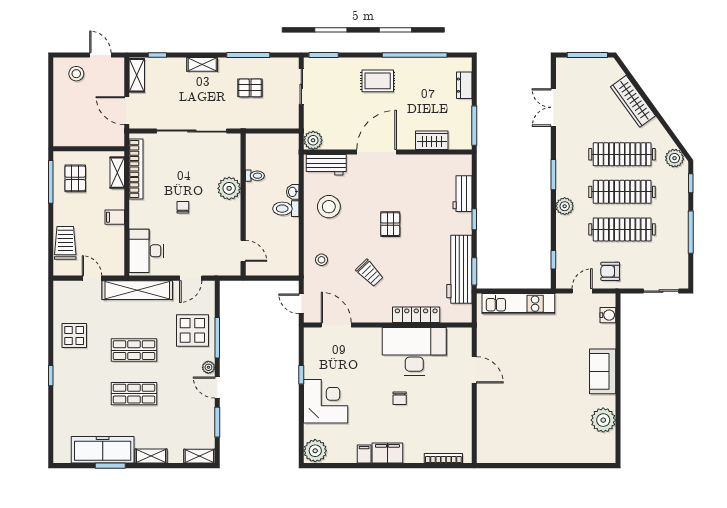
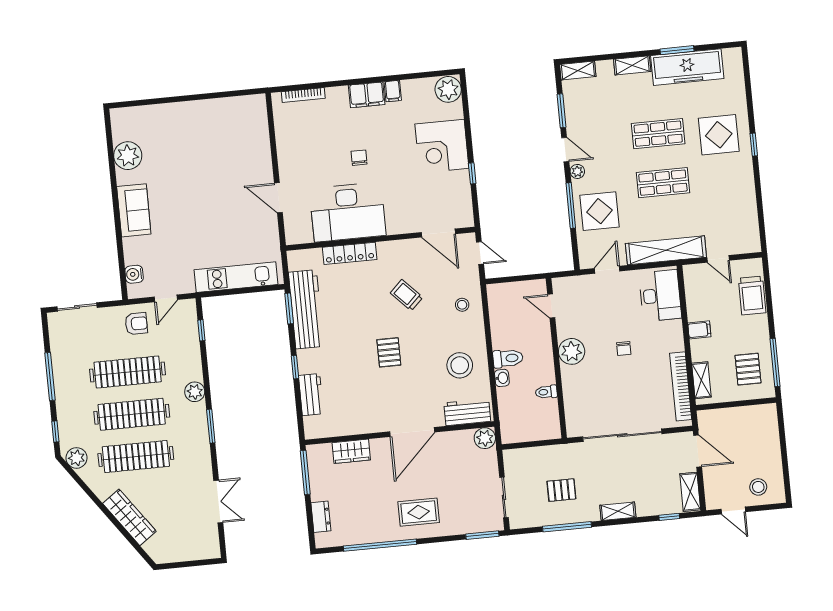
window: (587, 55) -> (186, 564), removed
plant: (229, 188) -> (572, 351), moved
display table: (74, 335) -> (719, 135), moved, width x1.36, depth x1.36

